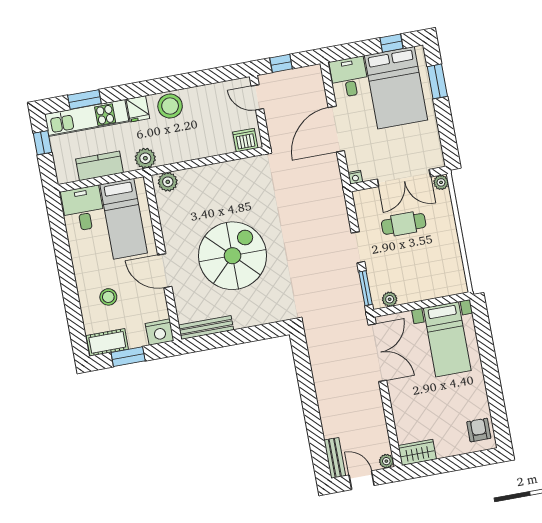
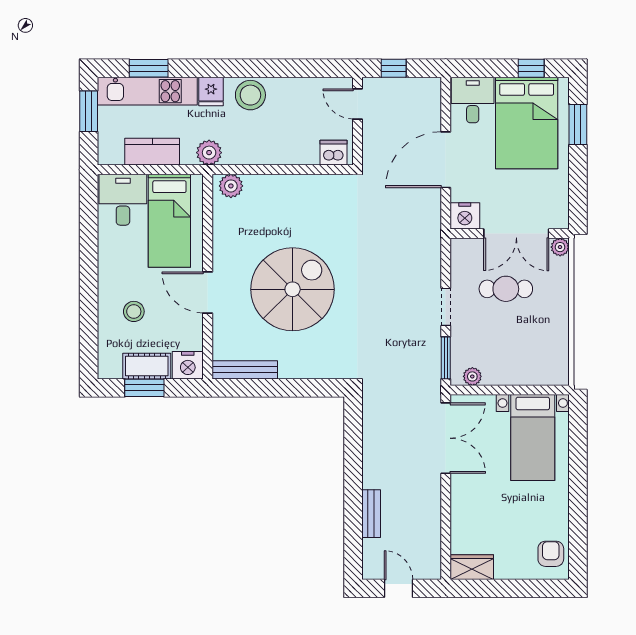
window: (43, 143) -> (89, 111), width x1.50
nightstand: (355, 177) -> (465, 216), width x1.89, depth x1.79
cot: (107, 342) -> (147, 366), moved
bench: (335, 458) -> (371, 514), moved
plant: (386, 461) -> (432, 571), removed

